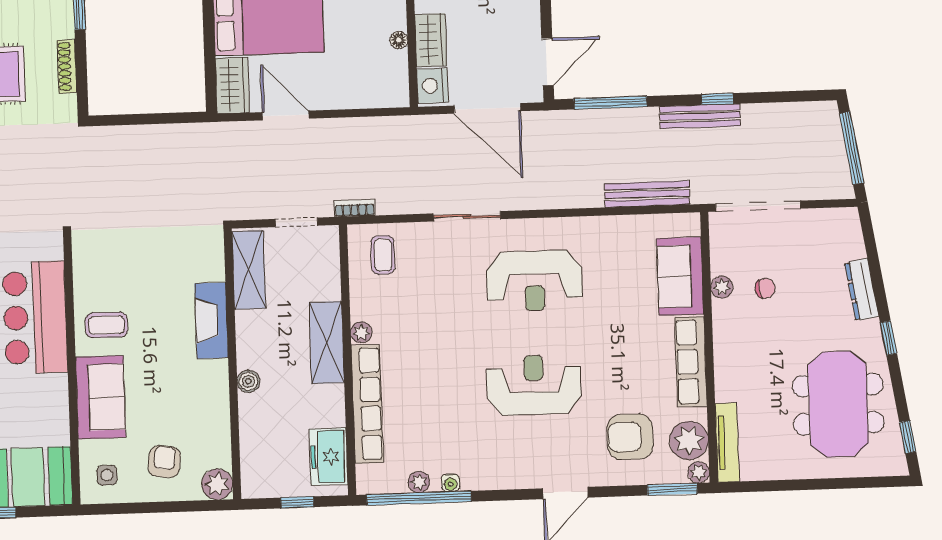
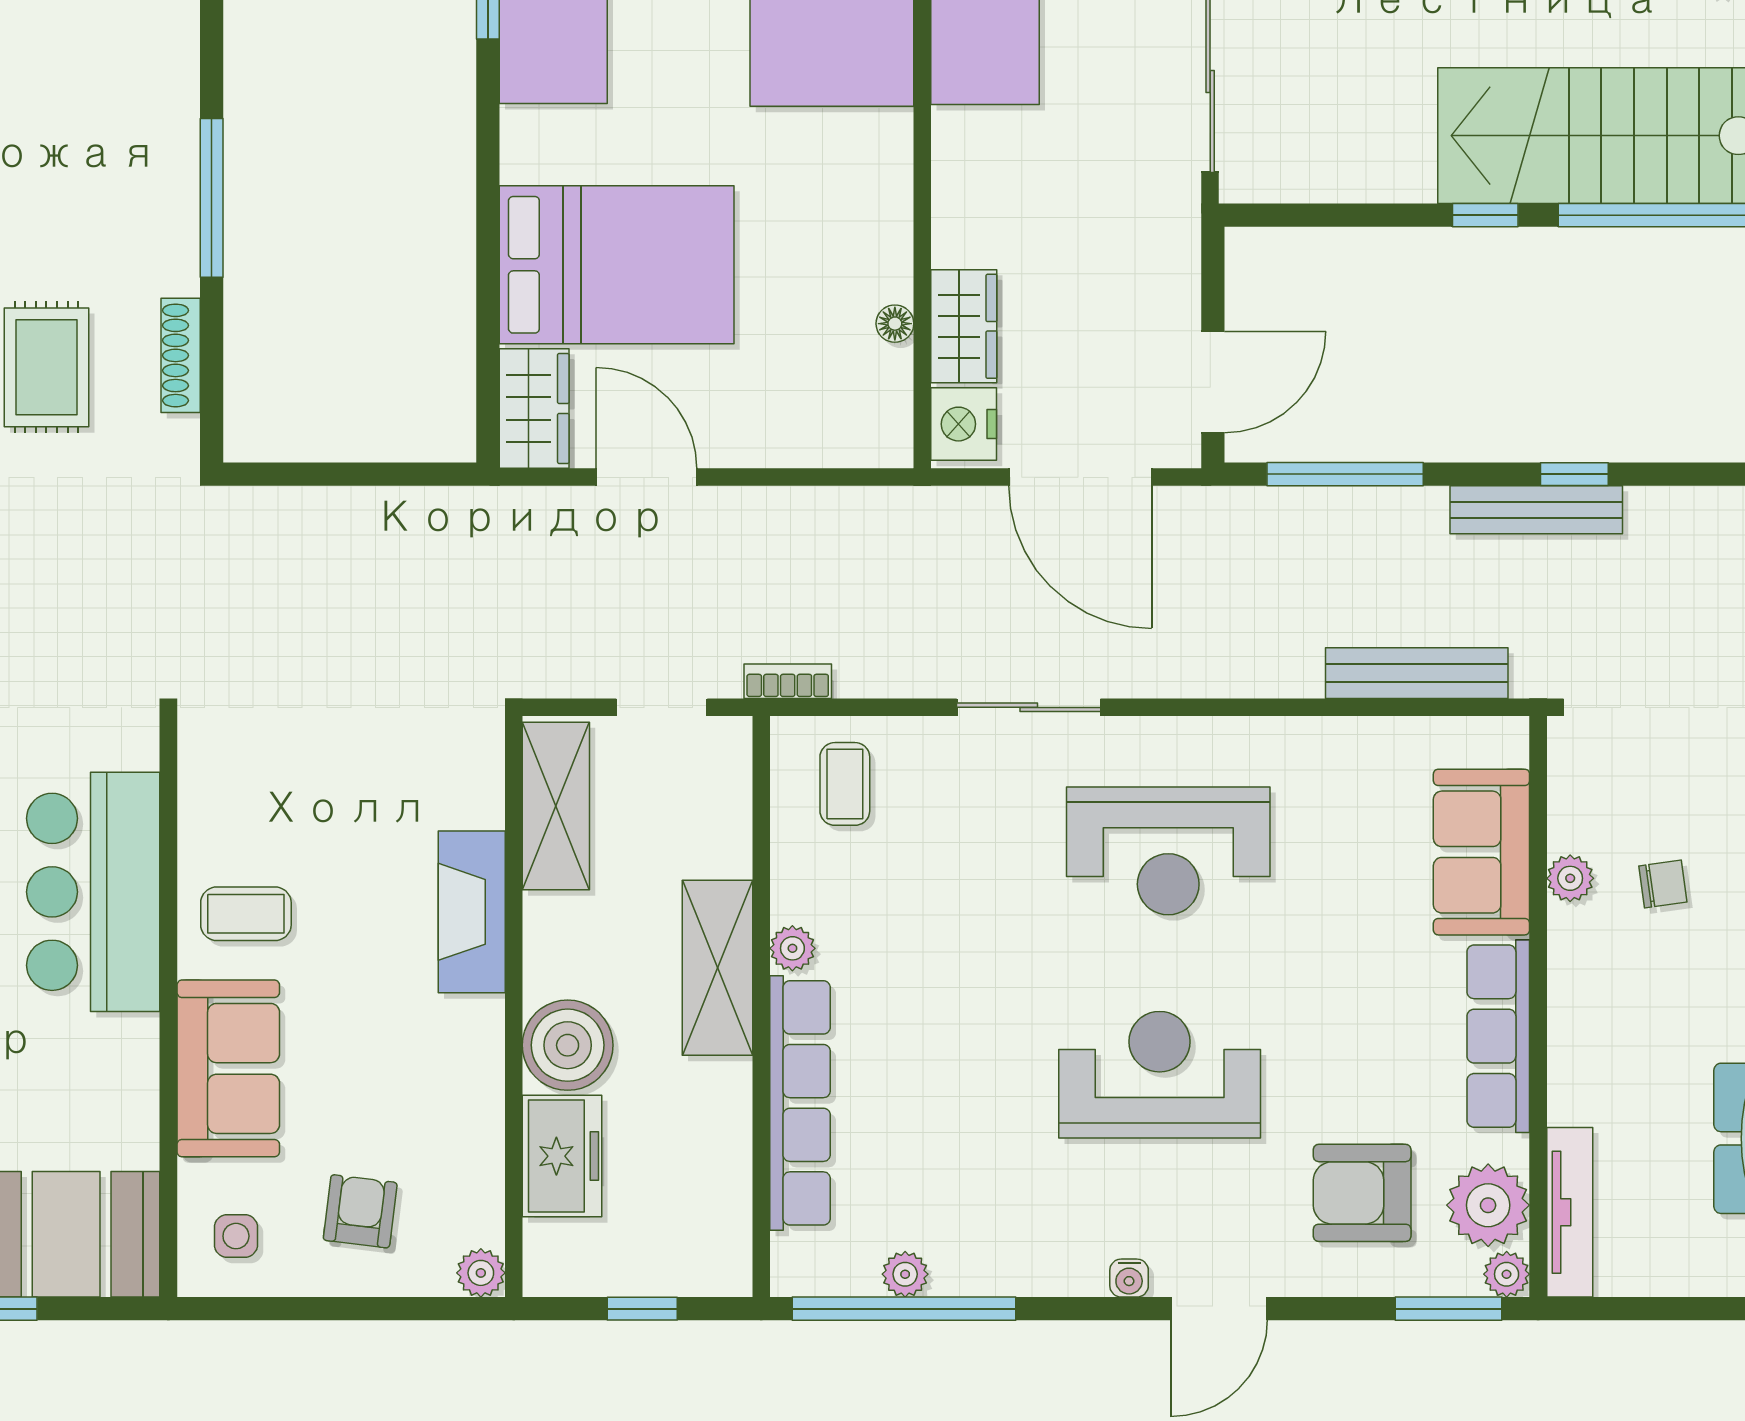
boiler: (248, 381) -> (568, 1045), width x1.86, depth x1.86
freezer: (328, 457) -> (562, 1156), moved, turned 180
water cooler: (451, 483) -> (1129, 1278), moved
plant: (217, 484) -> (481, 1273), width x0.73, depth x0.73

